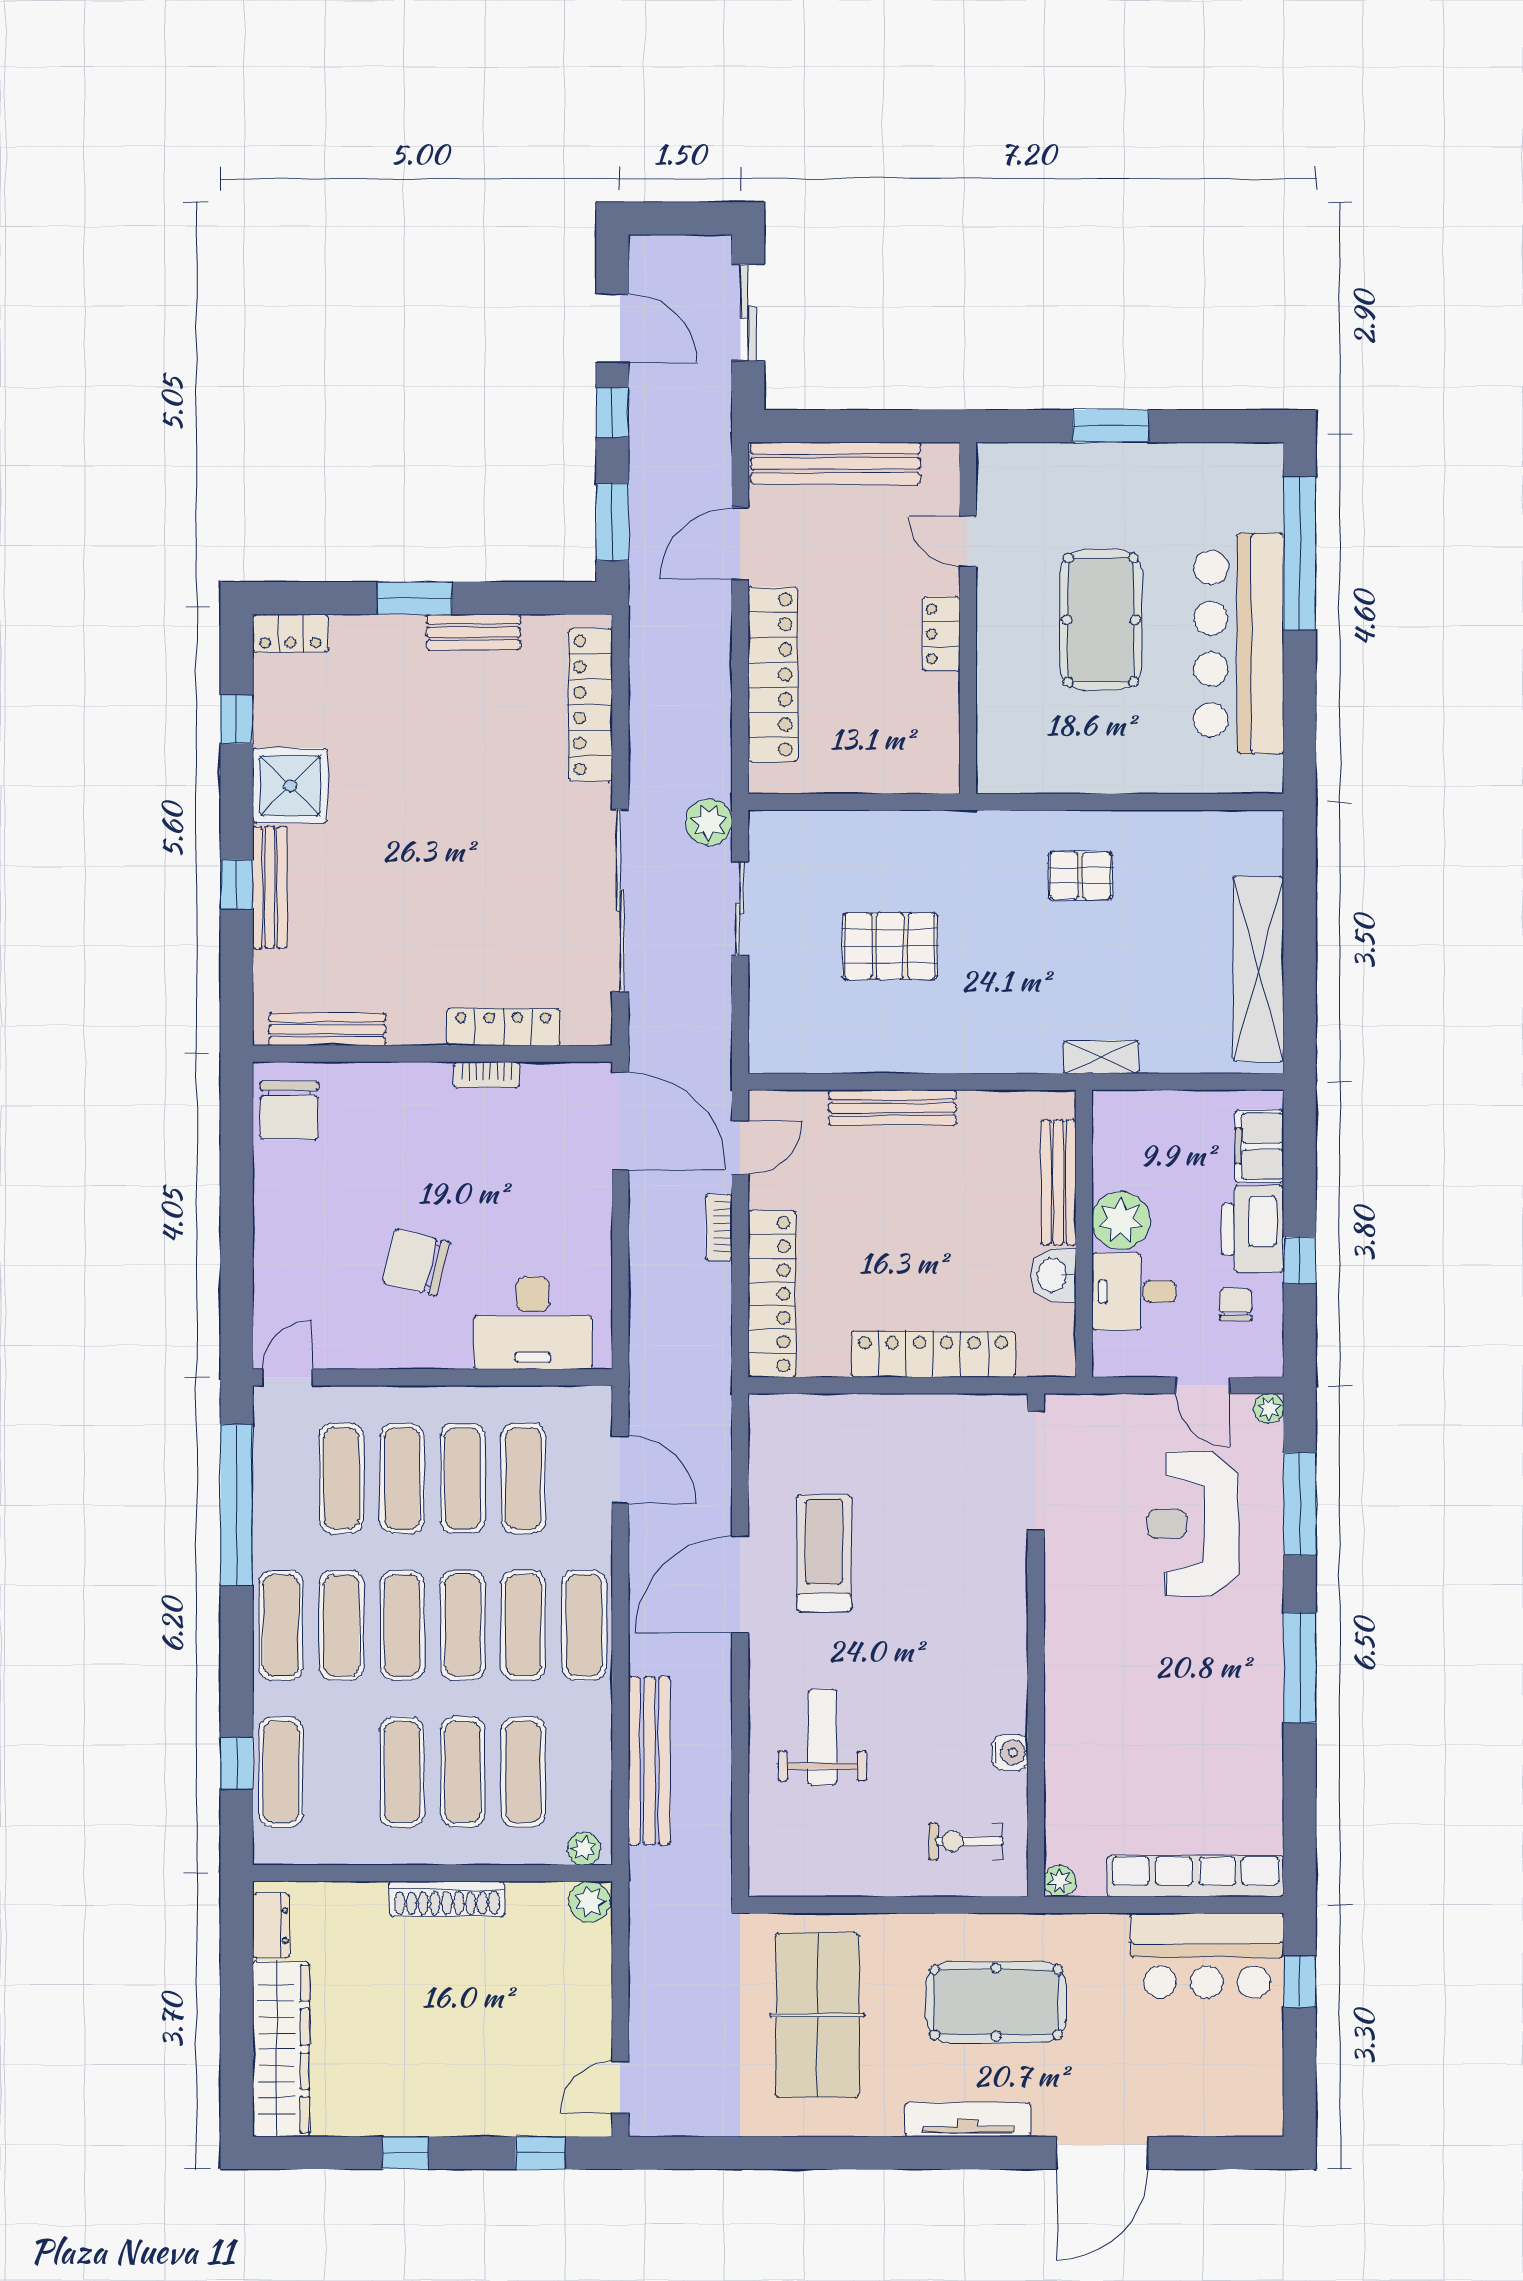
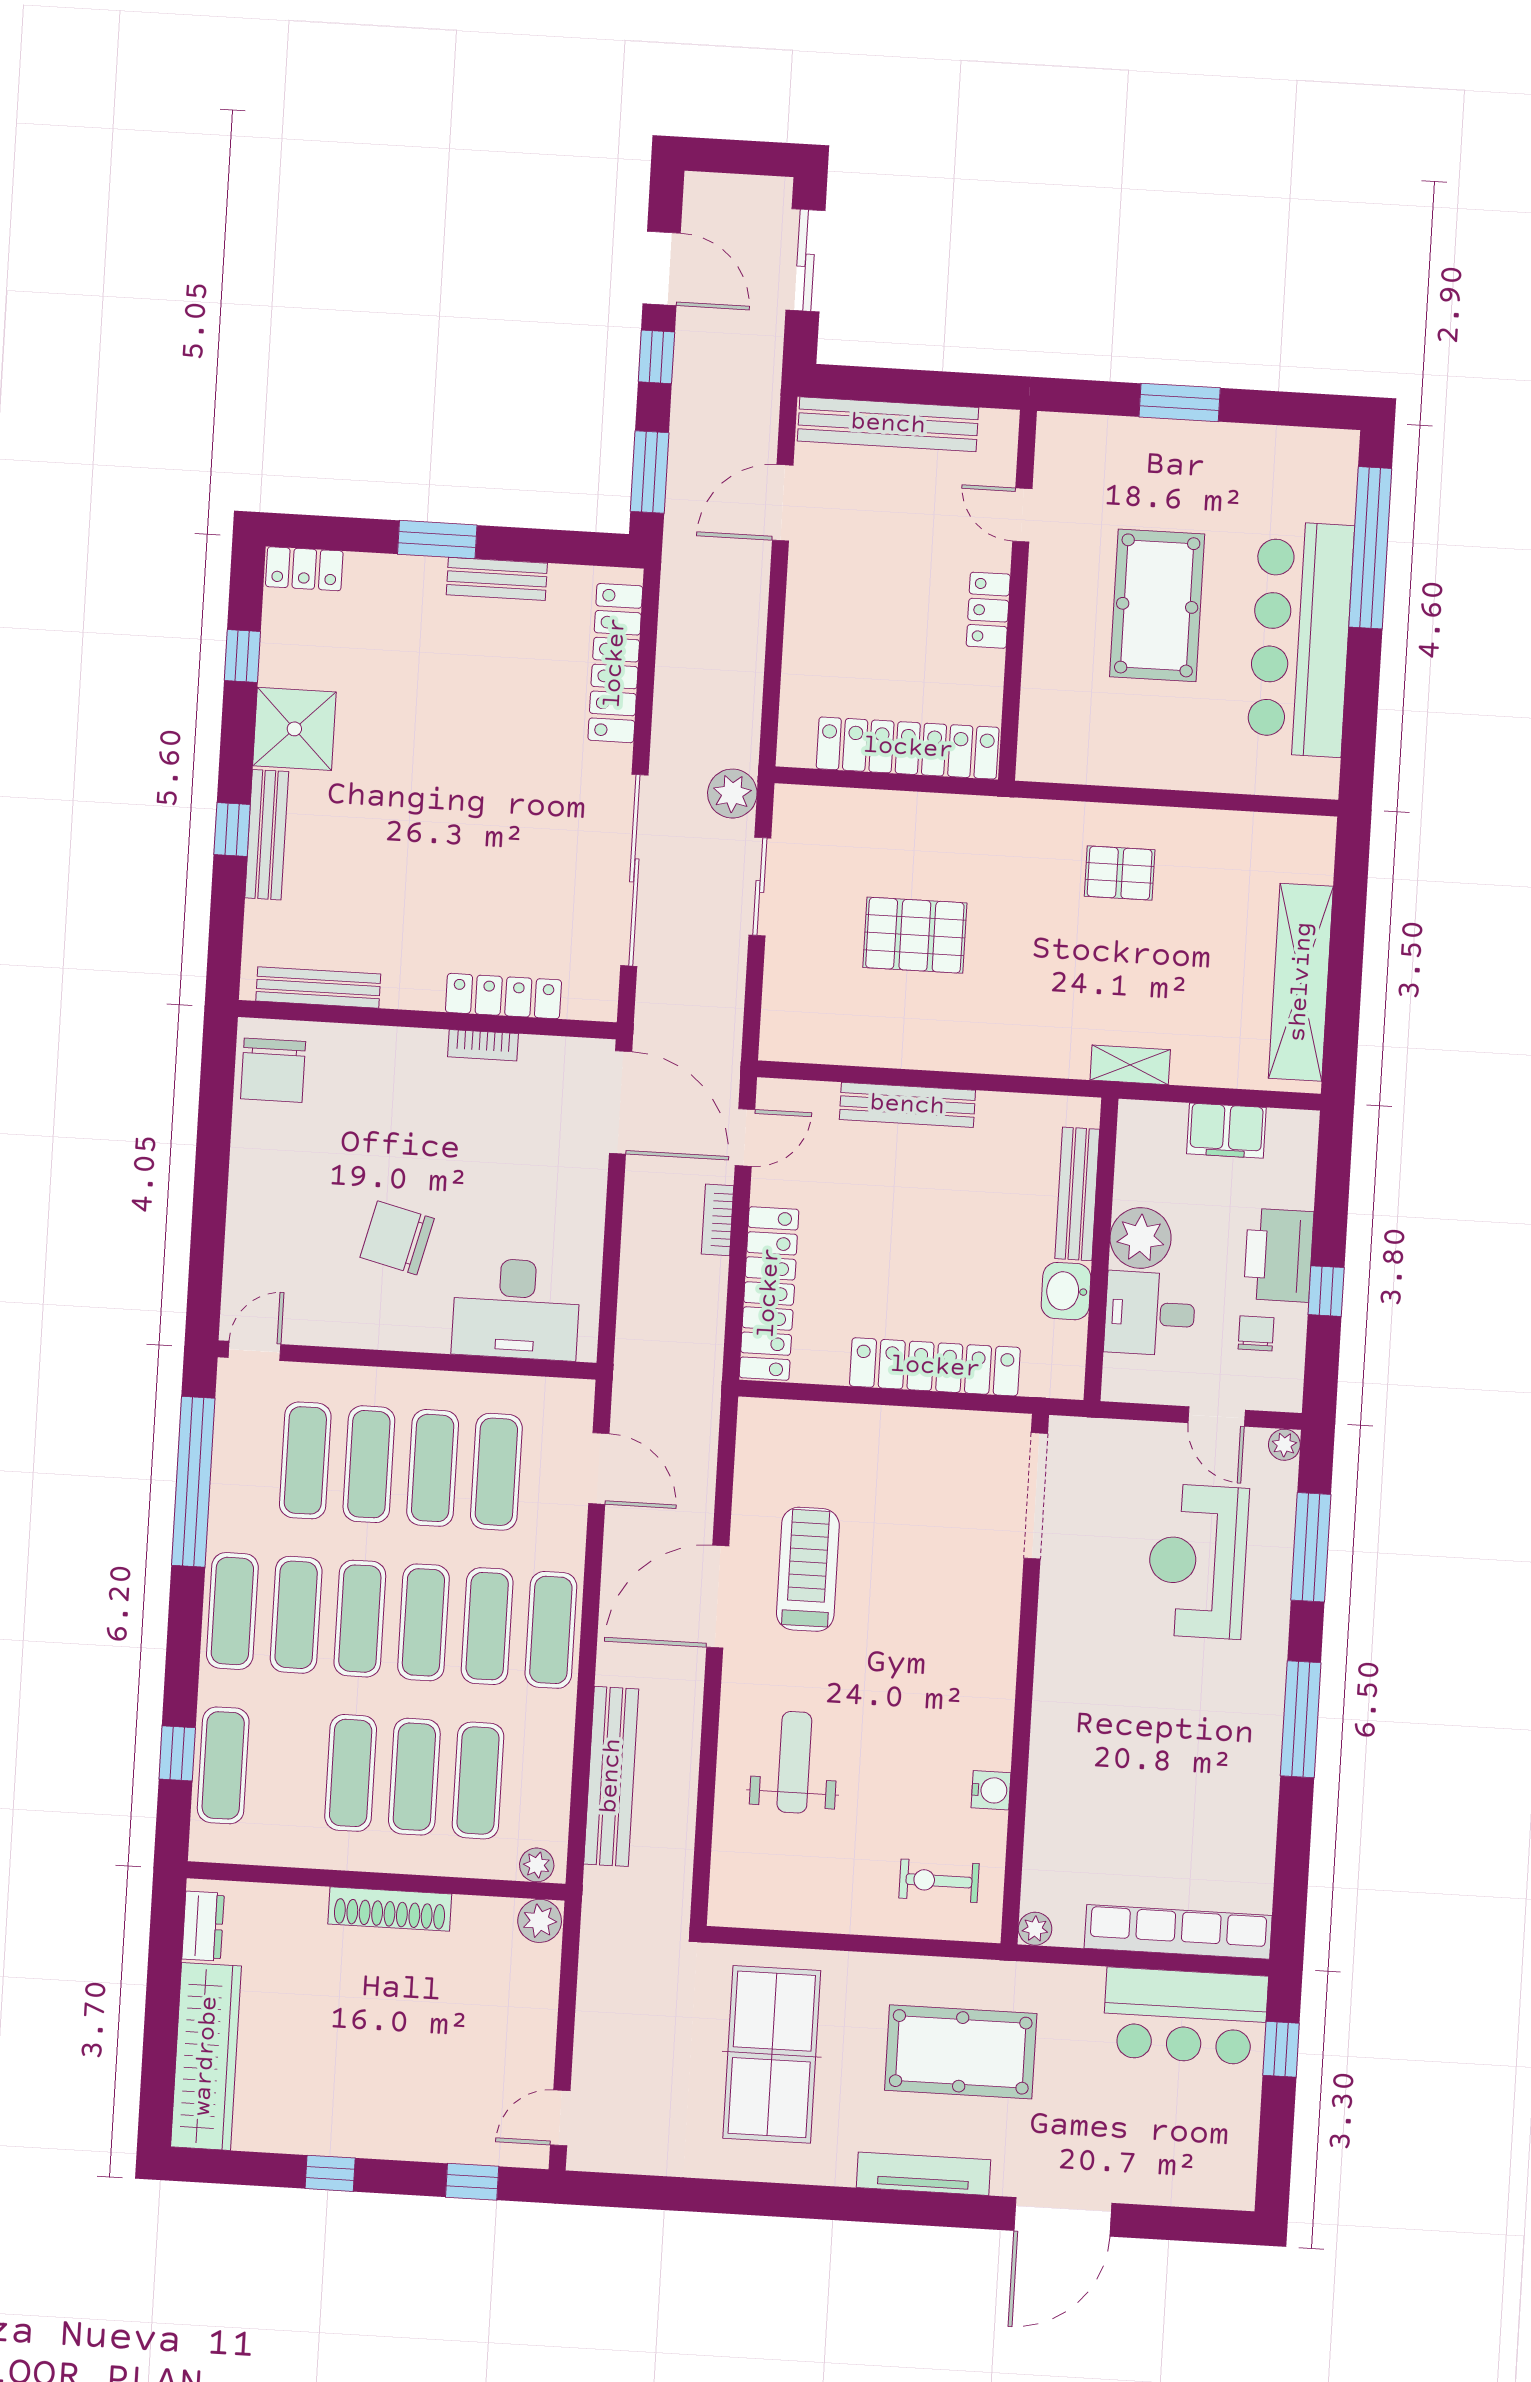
locker: (773, 674) -> (908, 748), moved, turned -90
filing cabinet: (1259, 1146) -> (1226, 1131), moved, turned -90

